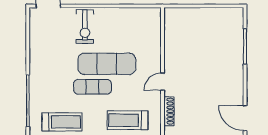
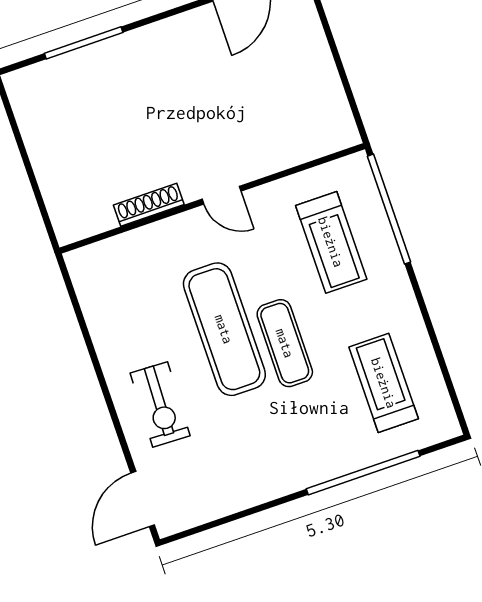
exercise bike: (85, 27) -> (160, 404), turned 92
shoe rack: (169, 111) -> (149, 205), moved

